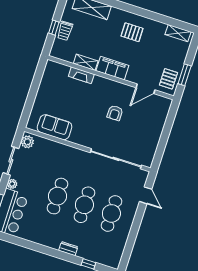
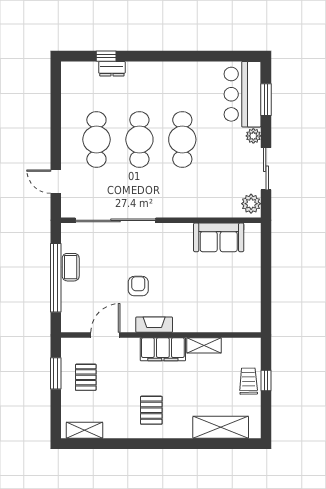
pallet: (132, 32) -> (151, 410), turned 90
fireplace: (81, 75) -> (154, 325), moved
pallet: (168, 79) -> (86, 377), moved
window: (165, 135) -> (56, 278), added
coffee table: (154, 138) -> (71, 267), added
dresser: (68, 249) -> (112, 69), moved

